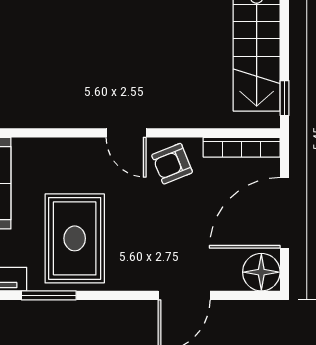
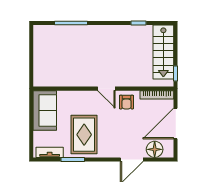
armchair: (172, 164) -> (126, 102), turned -68
floor lamp: (261, 272) -> (155, 149), moved

